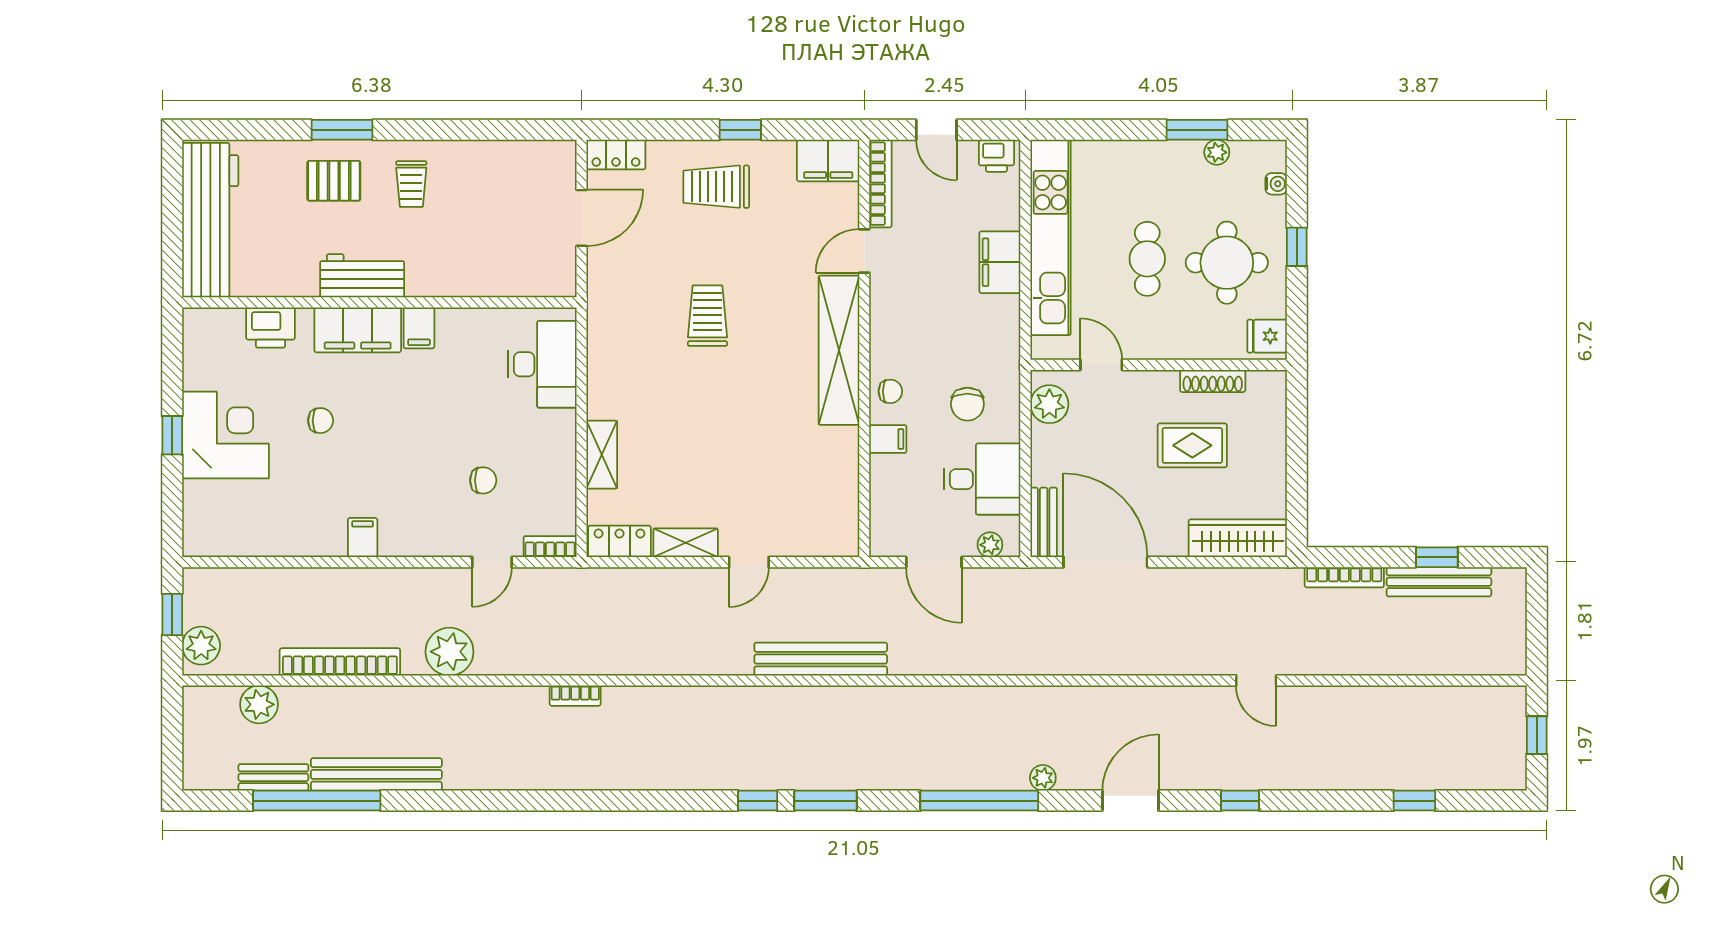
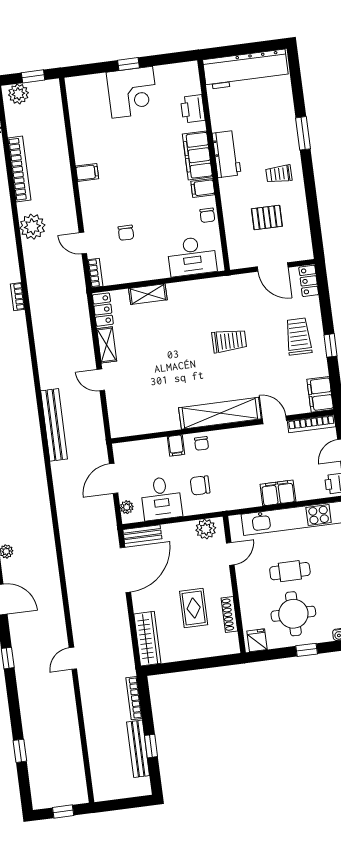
pallet: (334, 181) -> (267, 218), moved, turned 90
chair: (321, 421) -> (207, 215), moved

